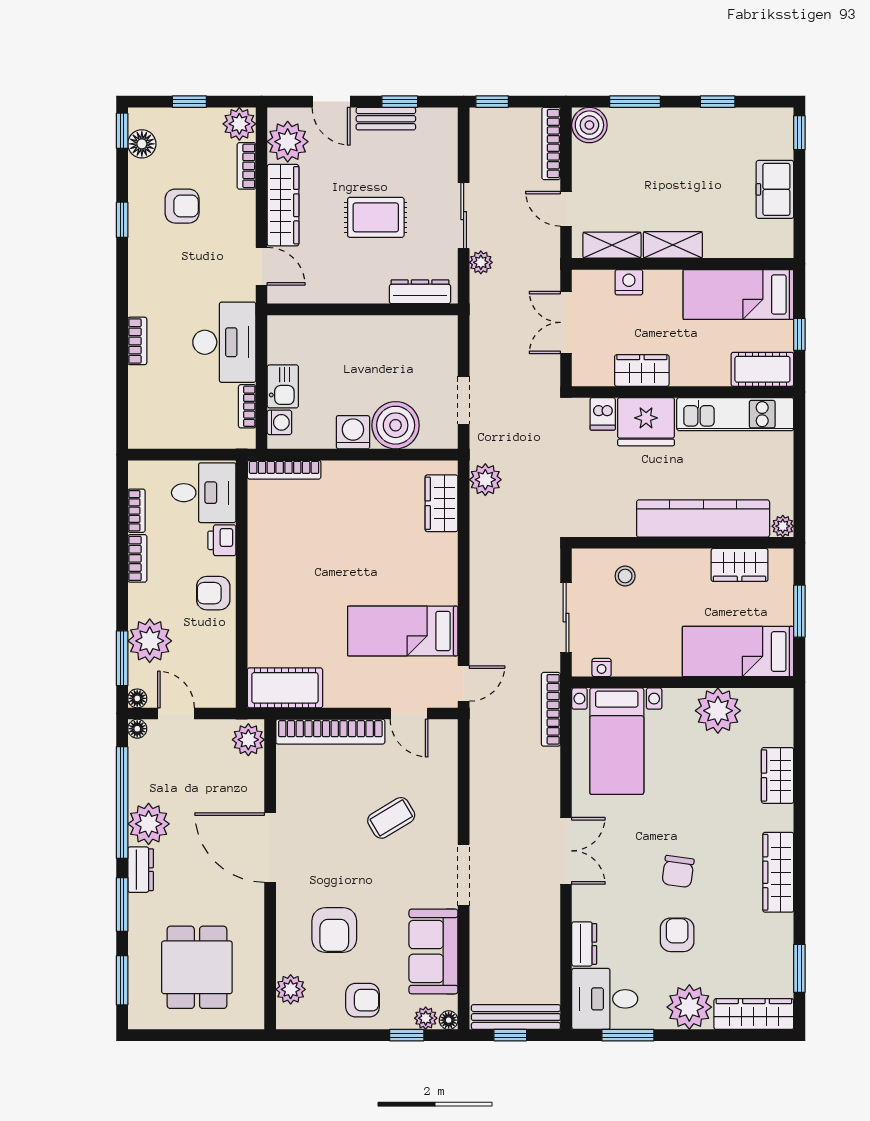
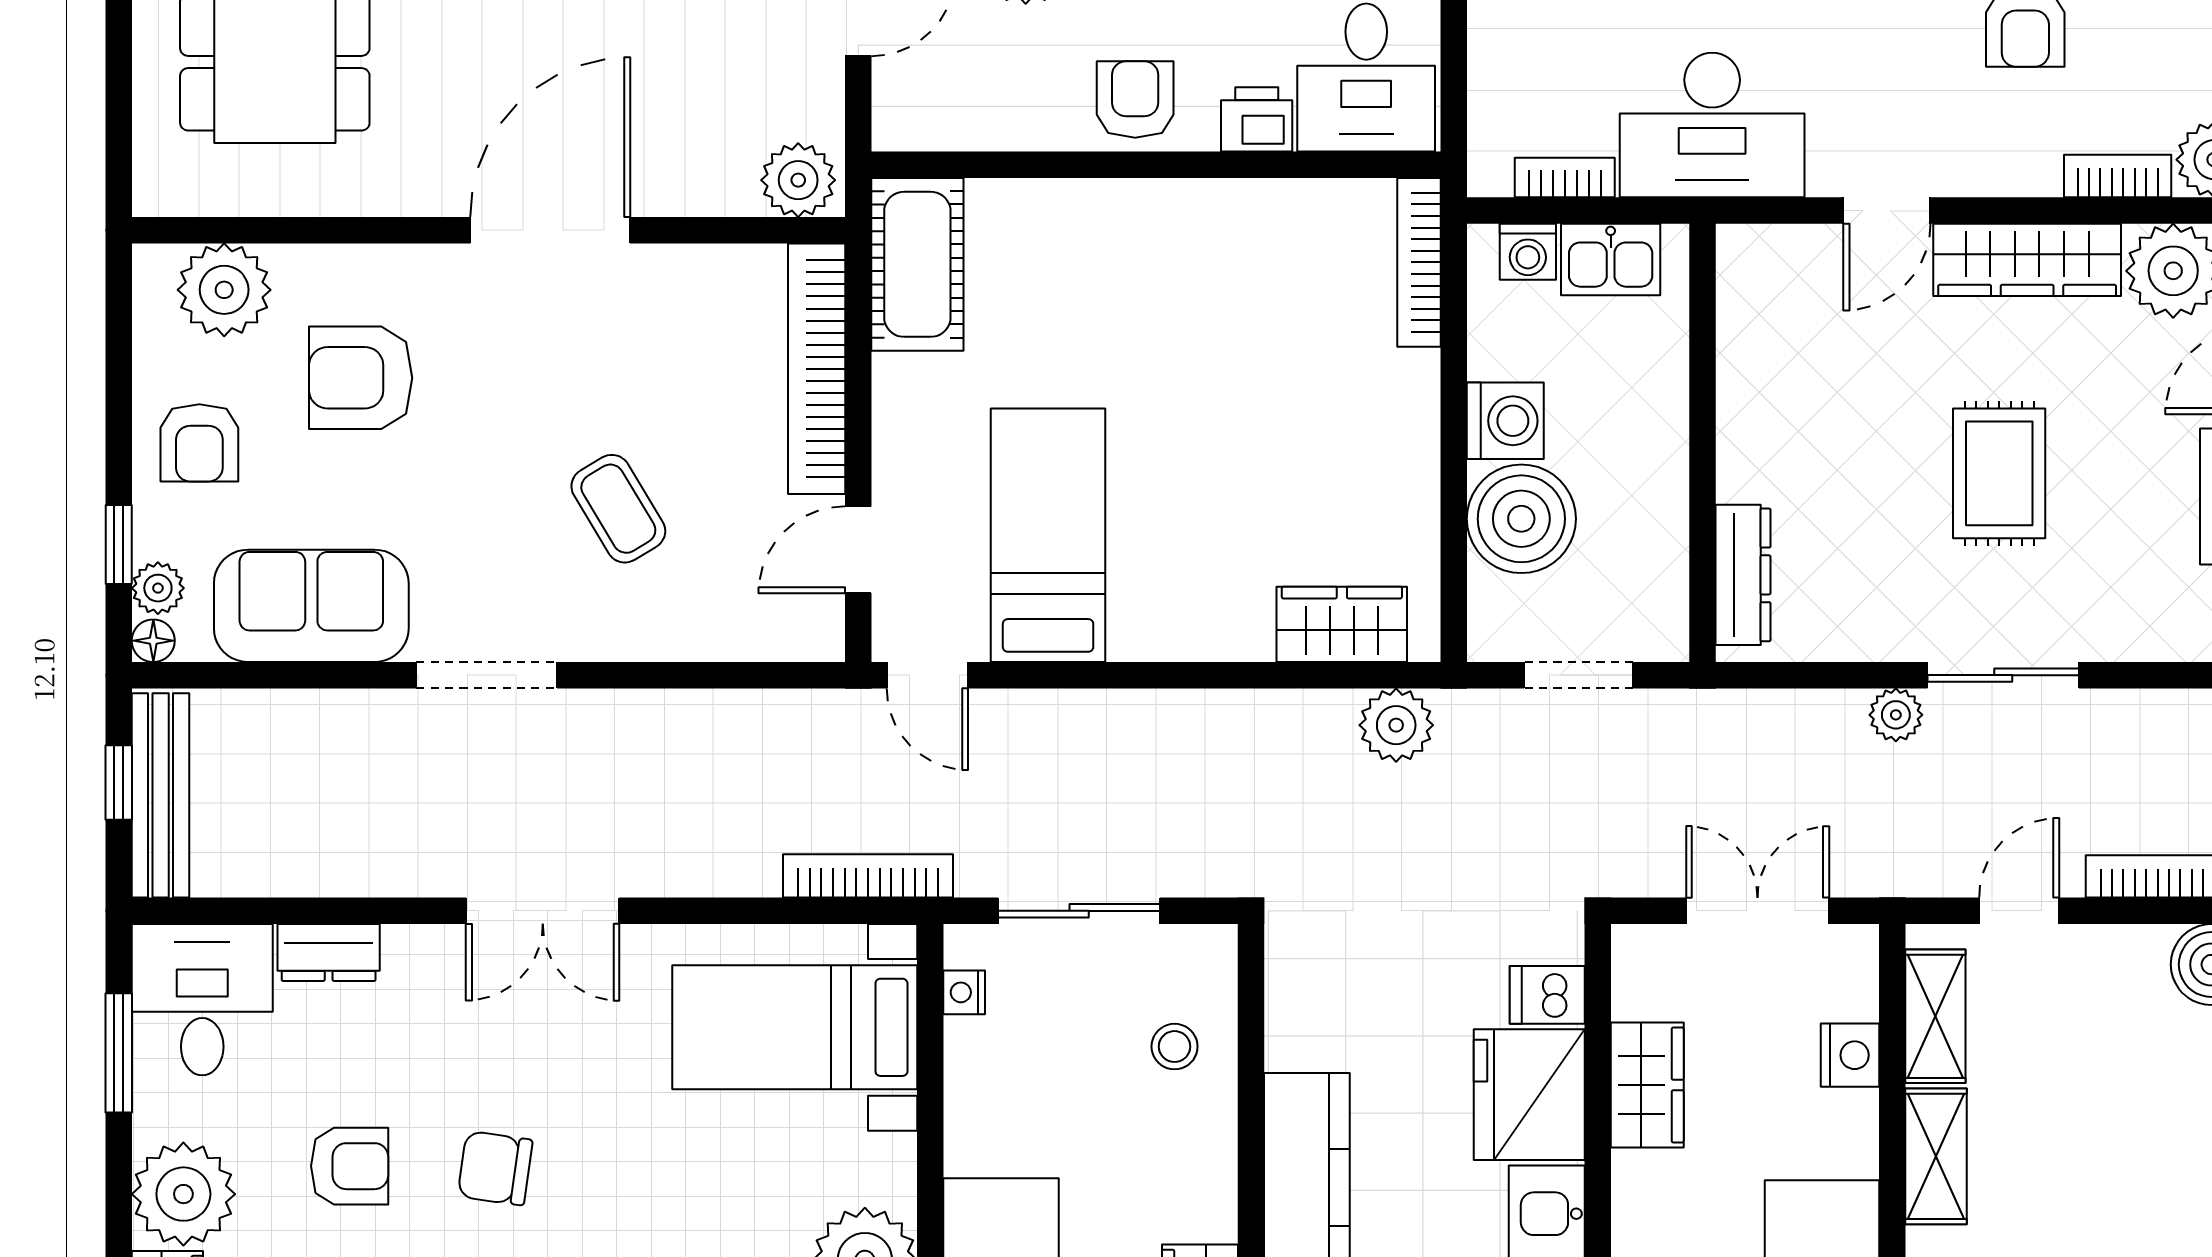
dresser: (420, 292) -> (1743, 575), moved
wall: (363, 309) -> (1702, 443), moved
plant: (291, 989) -> (224, 290), width x1.36, depth x1.36

